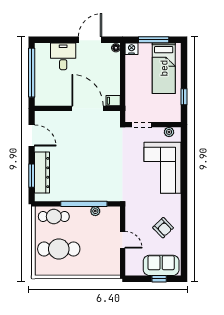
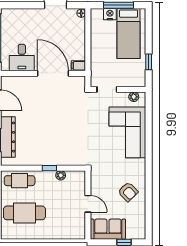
nightstand: (132, 49) -> (110, 14), moved
desk: (63, 56) -> (22, 58), moved, turned 180
window: (84, 204) -> (49, 168), width x0.32
sofa: (161, 265) -> (108, 229), moved

